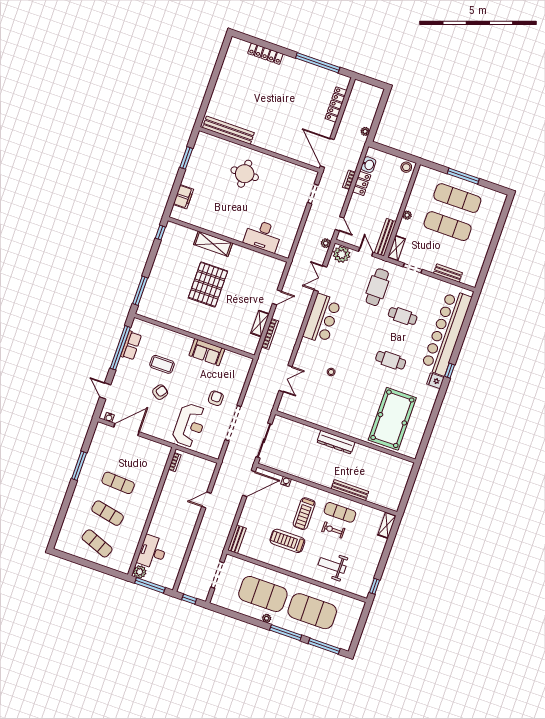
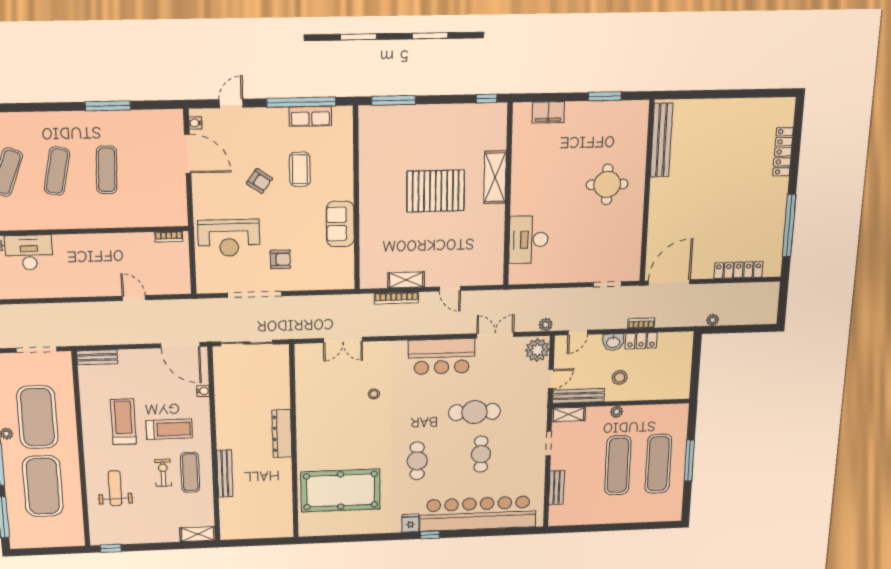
washbasin: (368, 165) -> (613, 342), moved
stool: (406, 167) -> (620, 377), moved
cafe table: (377, 287) -> (474, 412), moved
treadmill: (304, 514) -> (169, 429), turned 180

